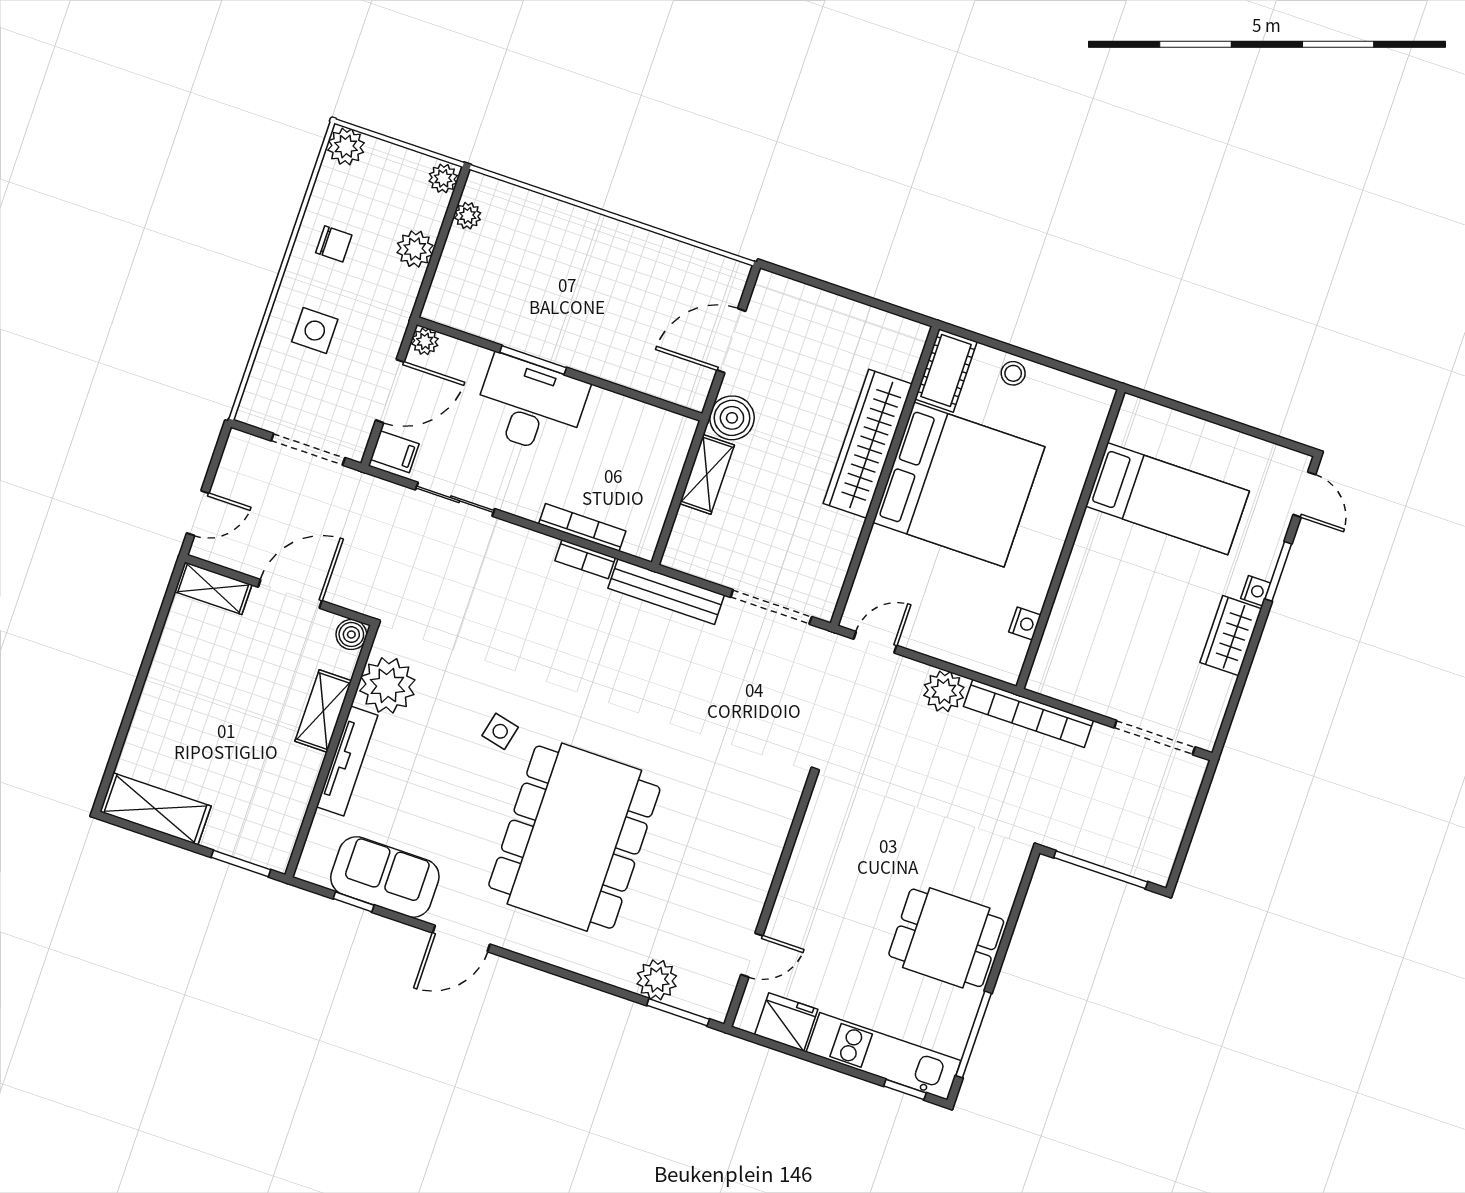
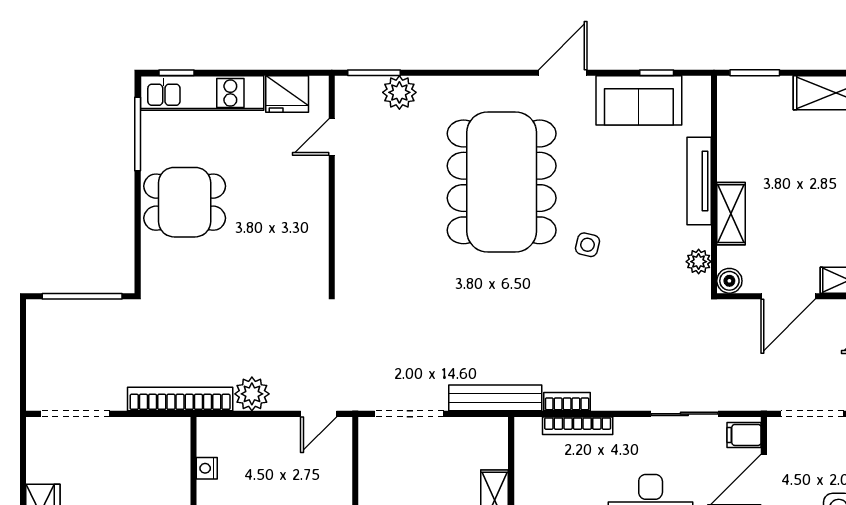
plant: (387, 685) -> (699, 262), width x0.53, depth x0.53

